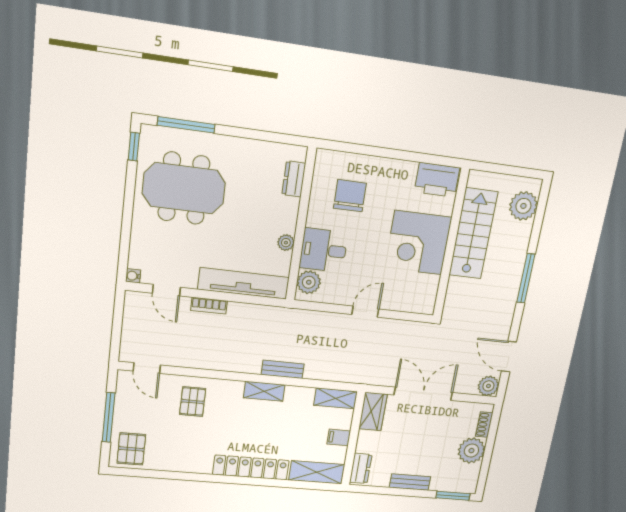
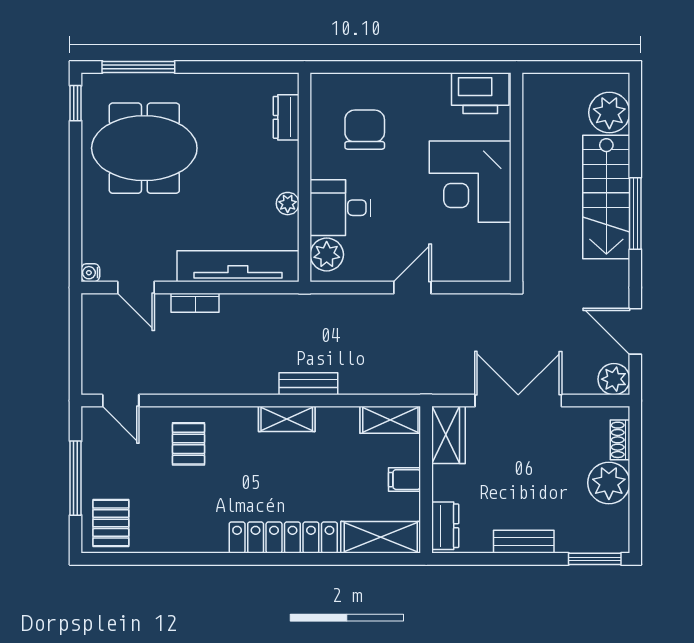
stairs: (473, 234) -> (606, 197), moved, turned 180

